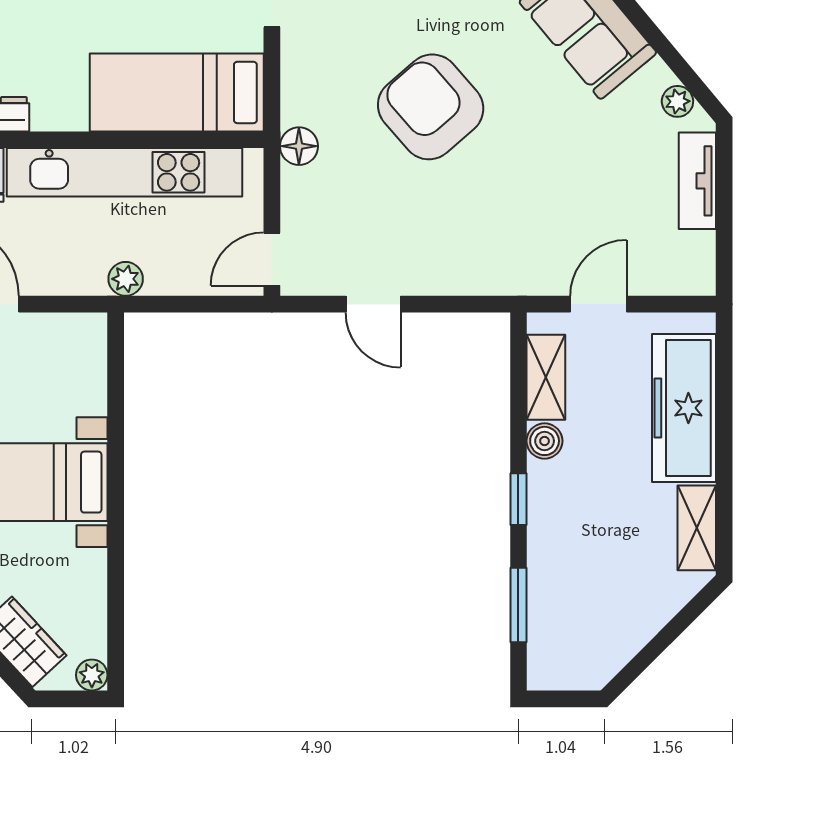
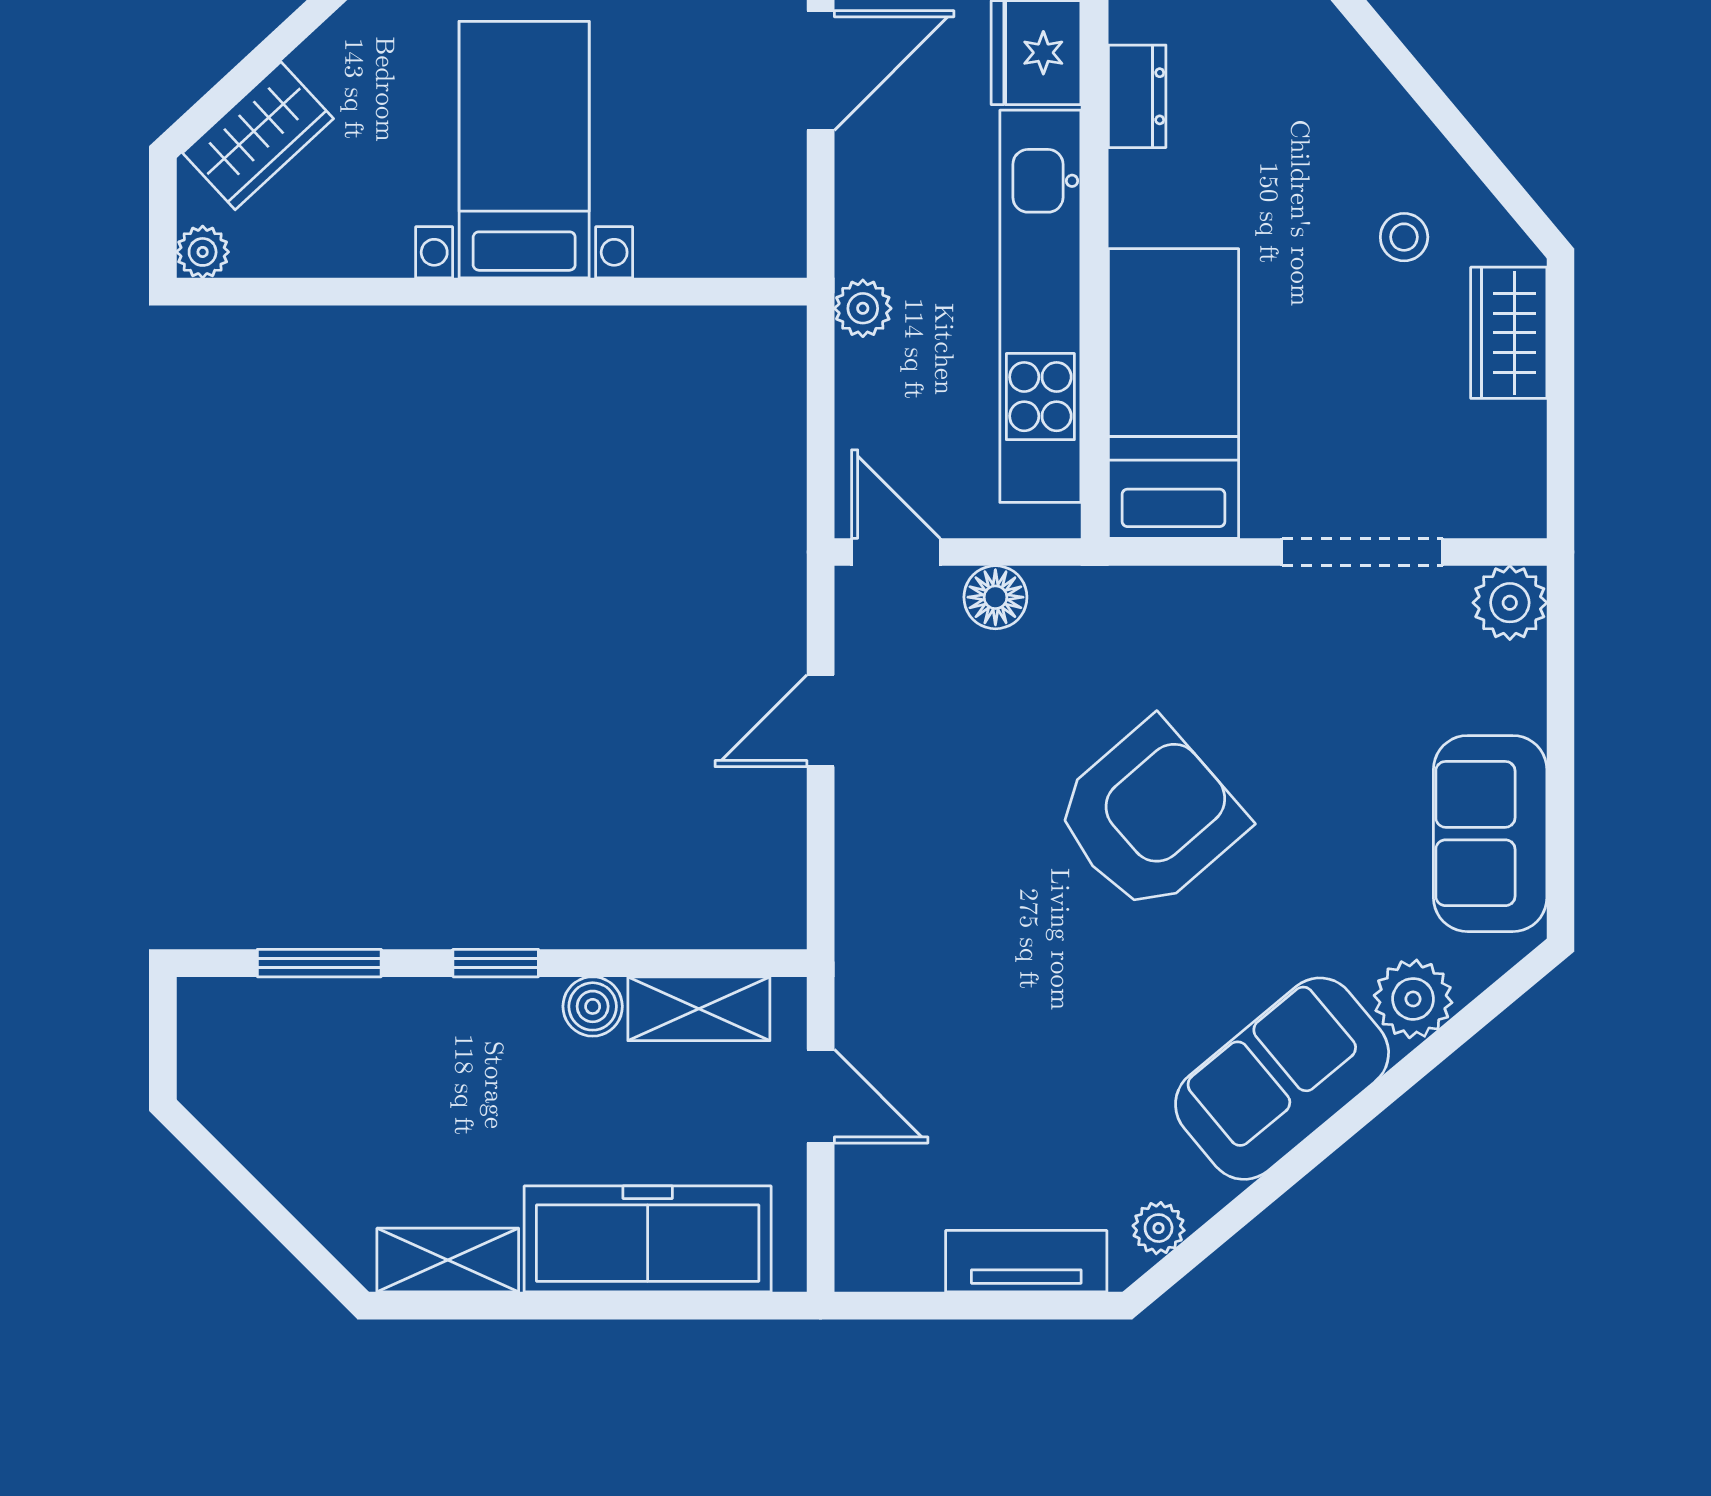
floor lamp: (299, 146) -> (995, 597), moved

